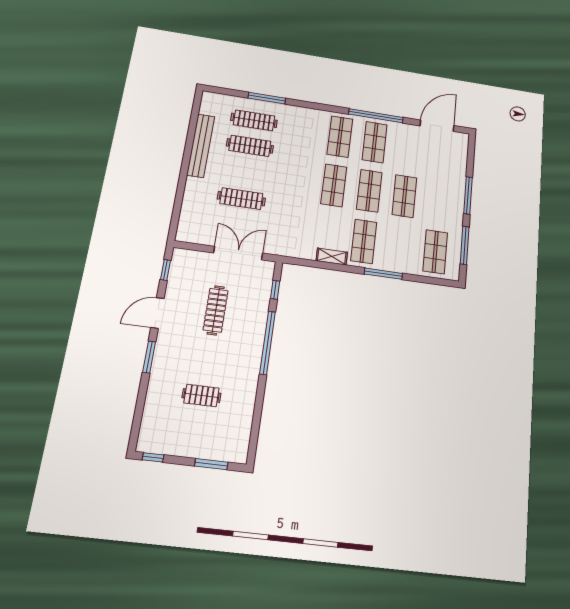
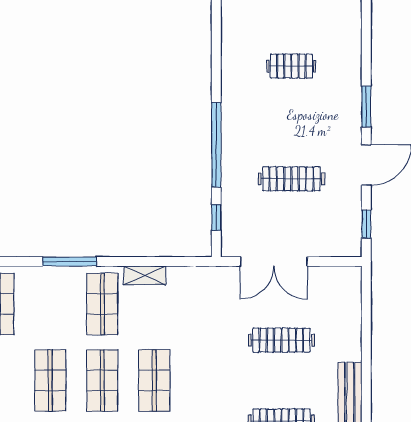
clothes rail: (216, 310) -> (291, 179), turned 90

